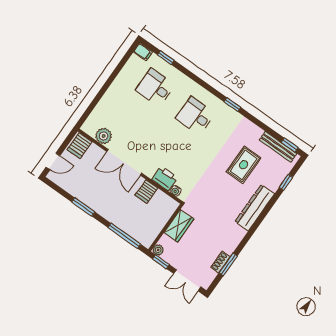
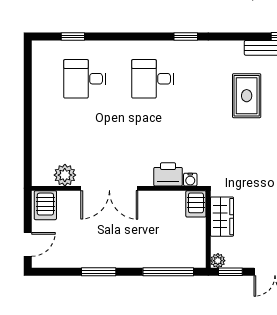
filing cabinet: (143, 52) -> (42, 48), removed
server rack: (146, 192) -> (196, 204), moved

